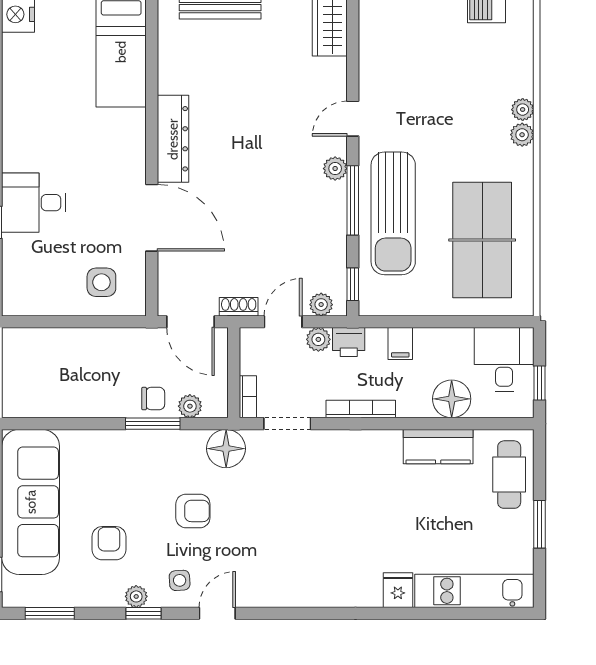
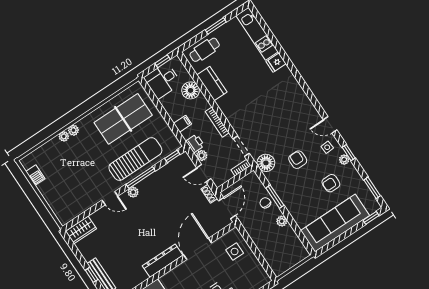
plant: (321, 305) -> (188, 163), removed
plant: (190, 406) -> (282, 221), moved

